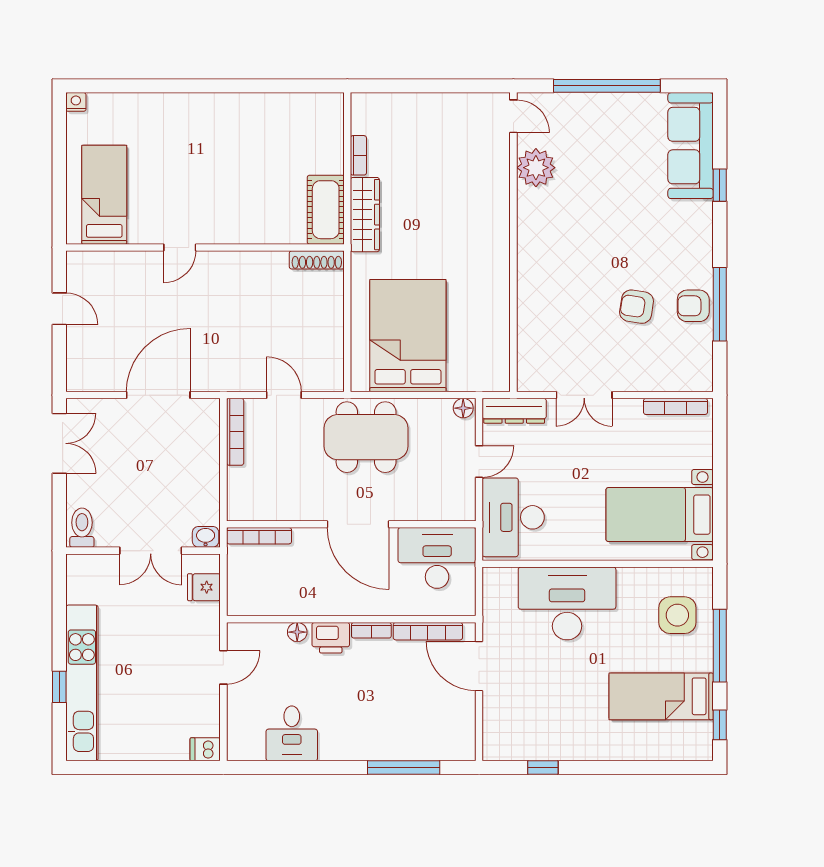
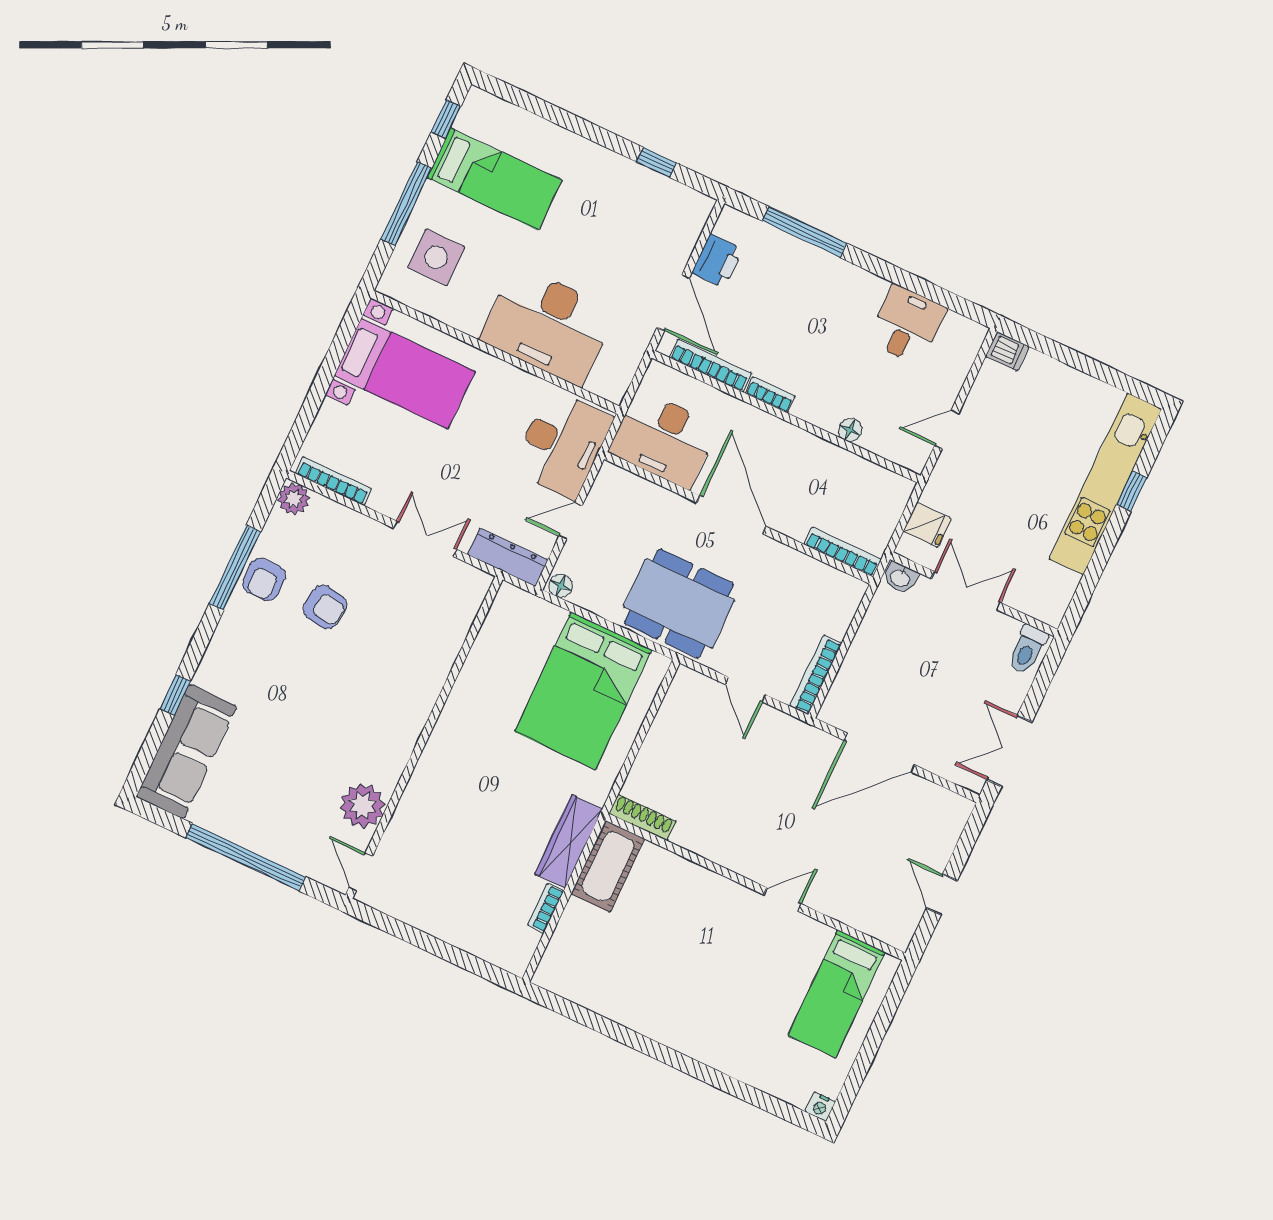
armchair: (693, 306) -> (264, 579), turned 90
plant: (700, 378) -> (294, 499), added
printer: (331, 638) -> (717, 261), moved, turned 90

